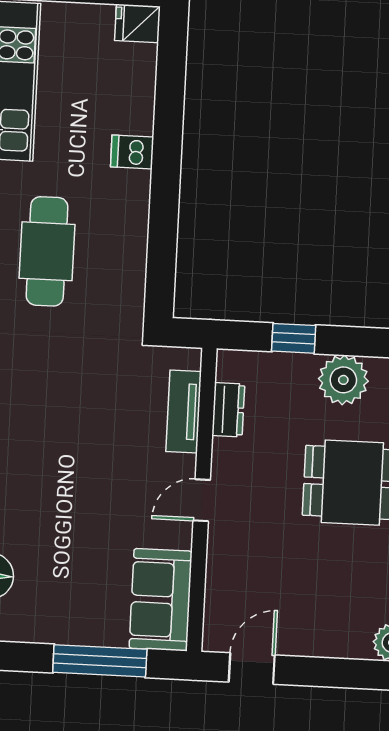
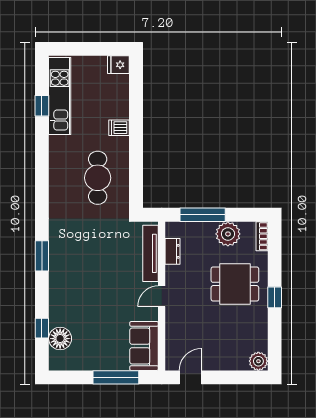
cafe table: (47, 251) -> (98, 178), moved
window: (294, 338) -> (203, 215), width x2.17
tv unit: (184, 412) -> (151, 253), width x1.41

